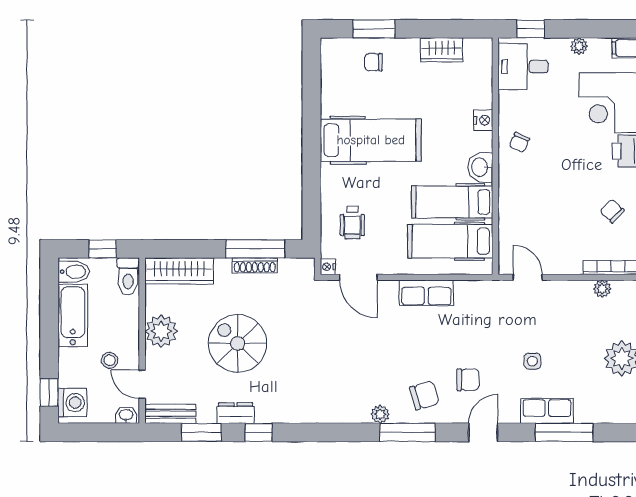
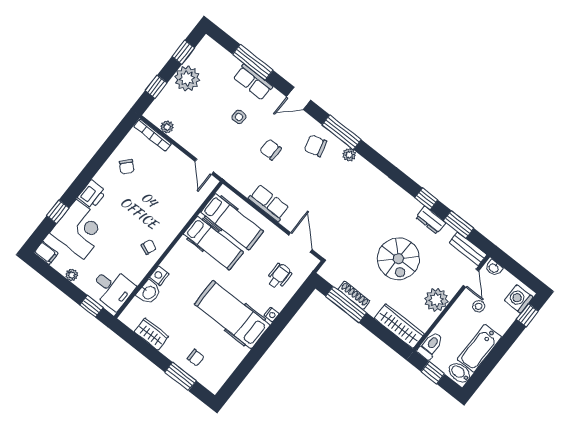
washbasin: (480, 167) -> (149, 292), moved
nightstand: (328, 267) -> (272, 315), moved
chair: (468, 380) -> (271, 150), moved

